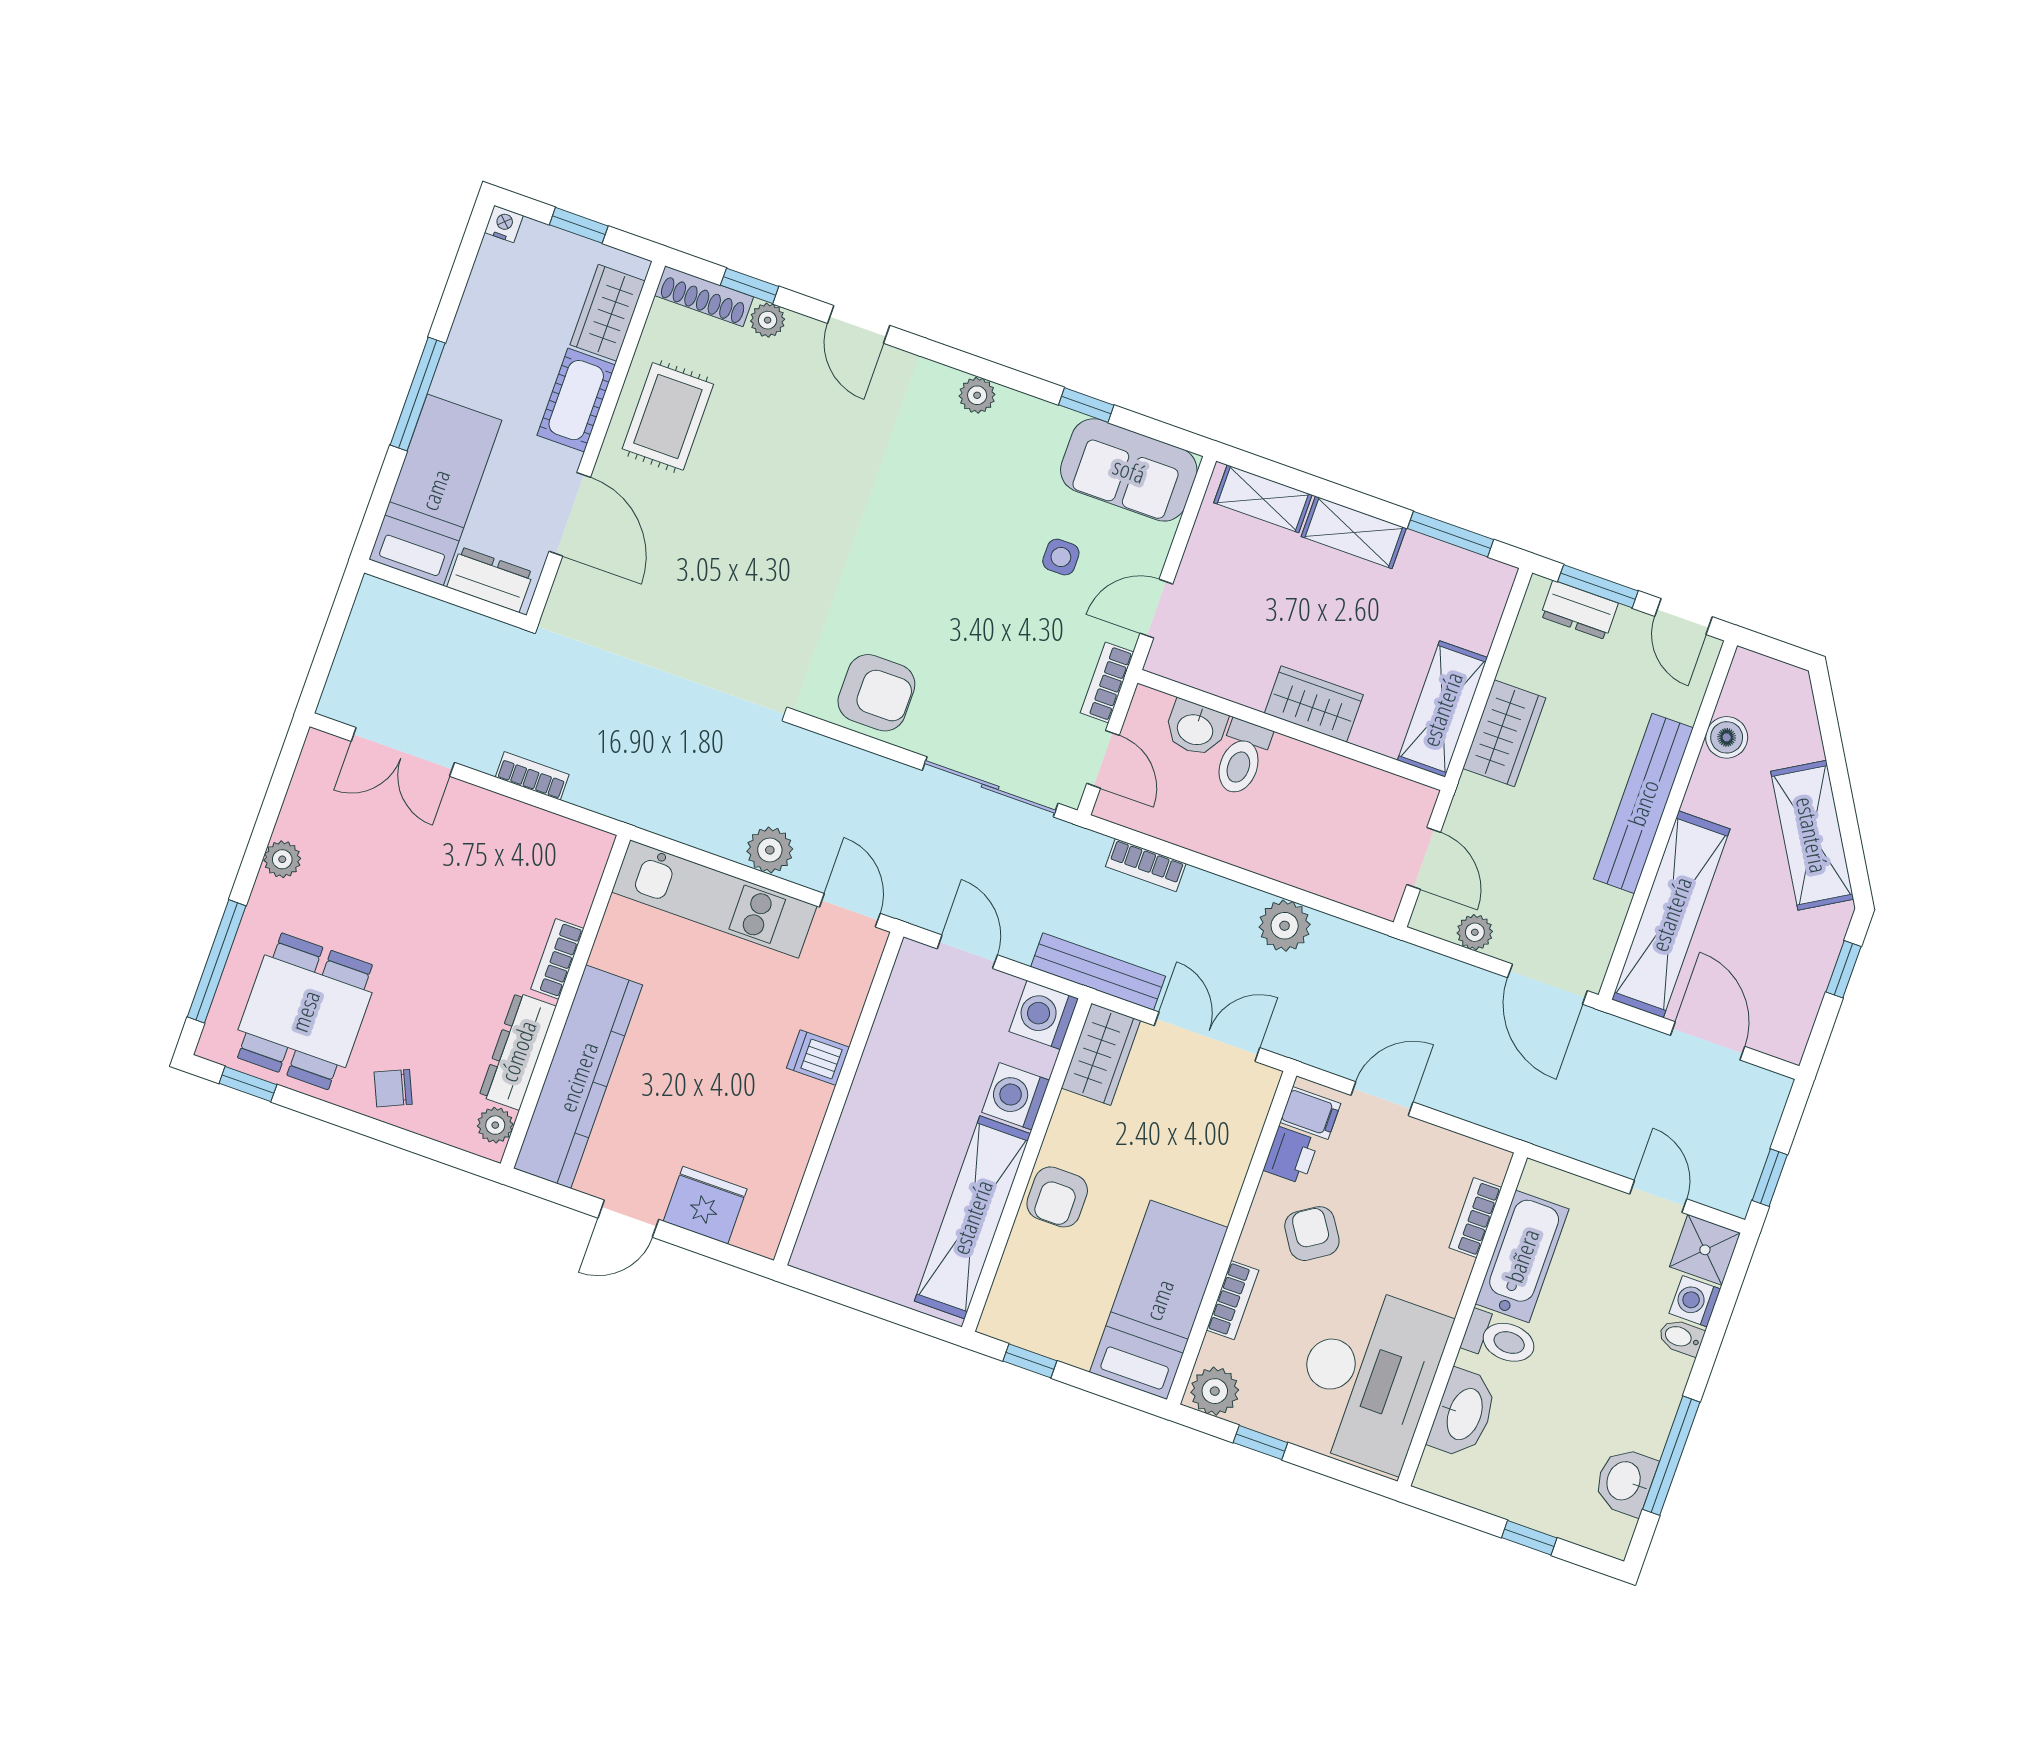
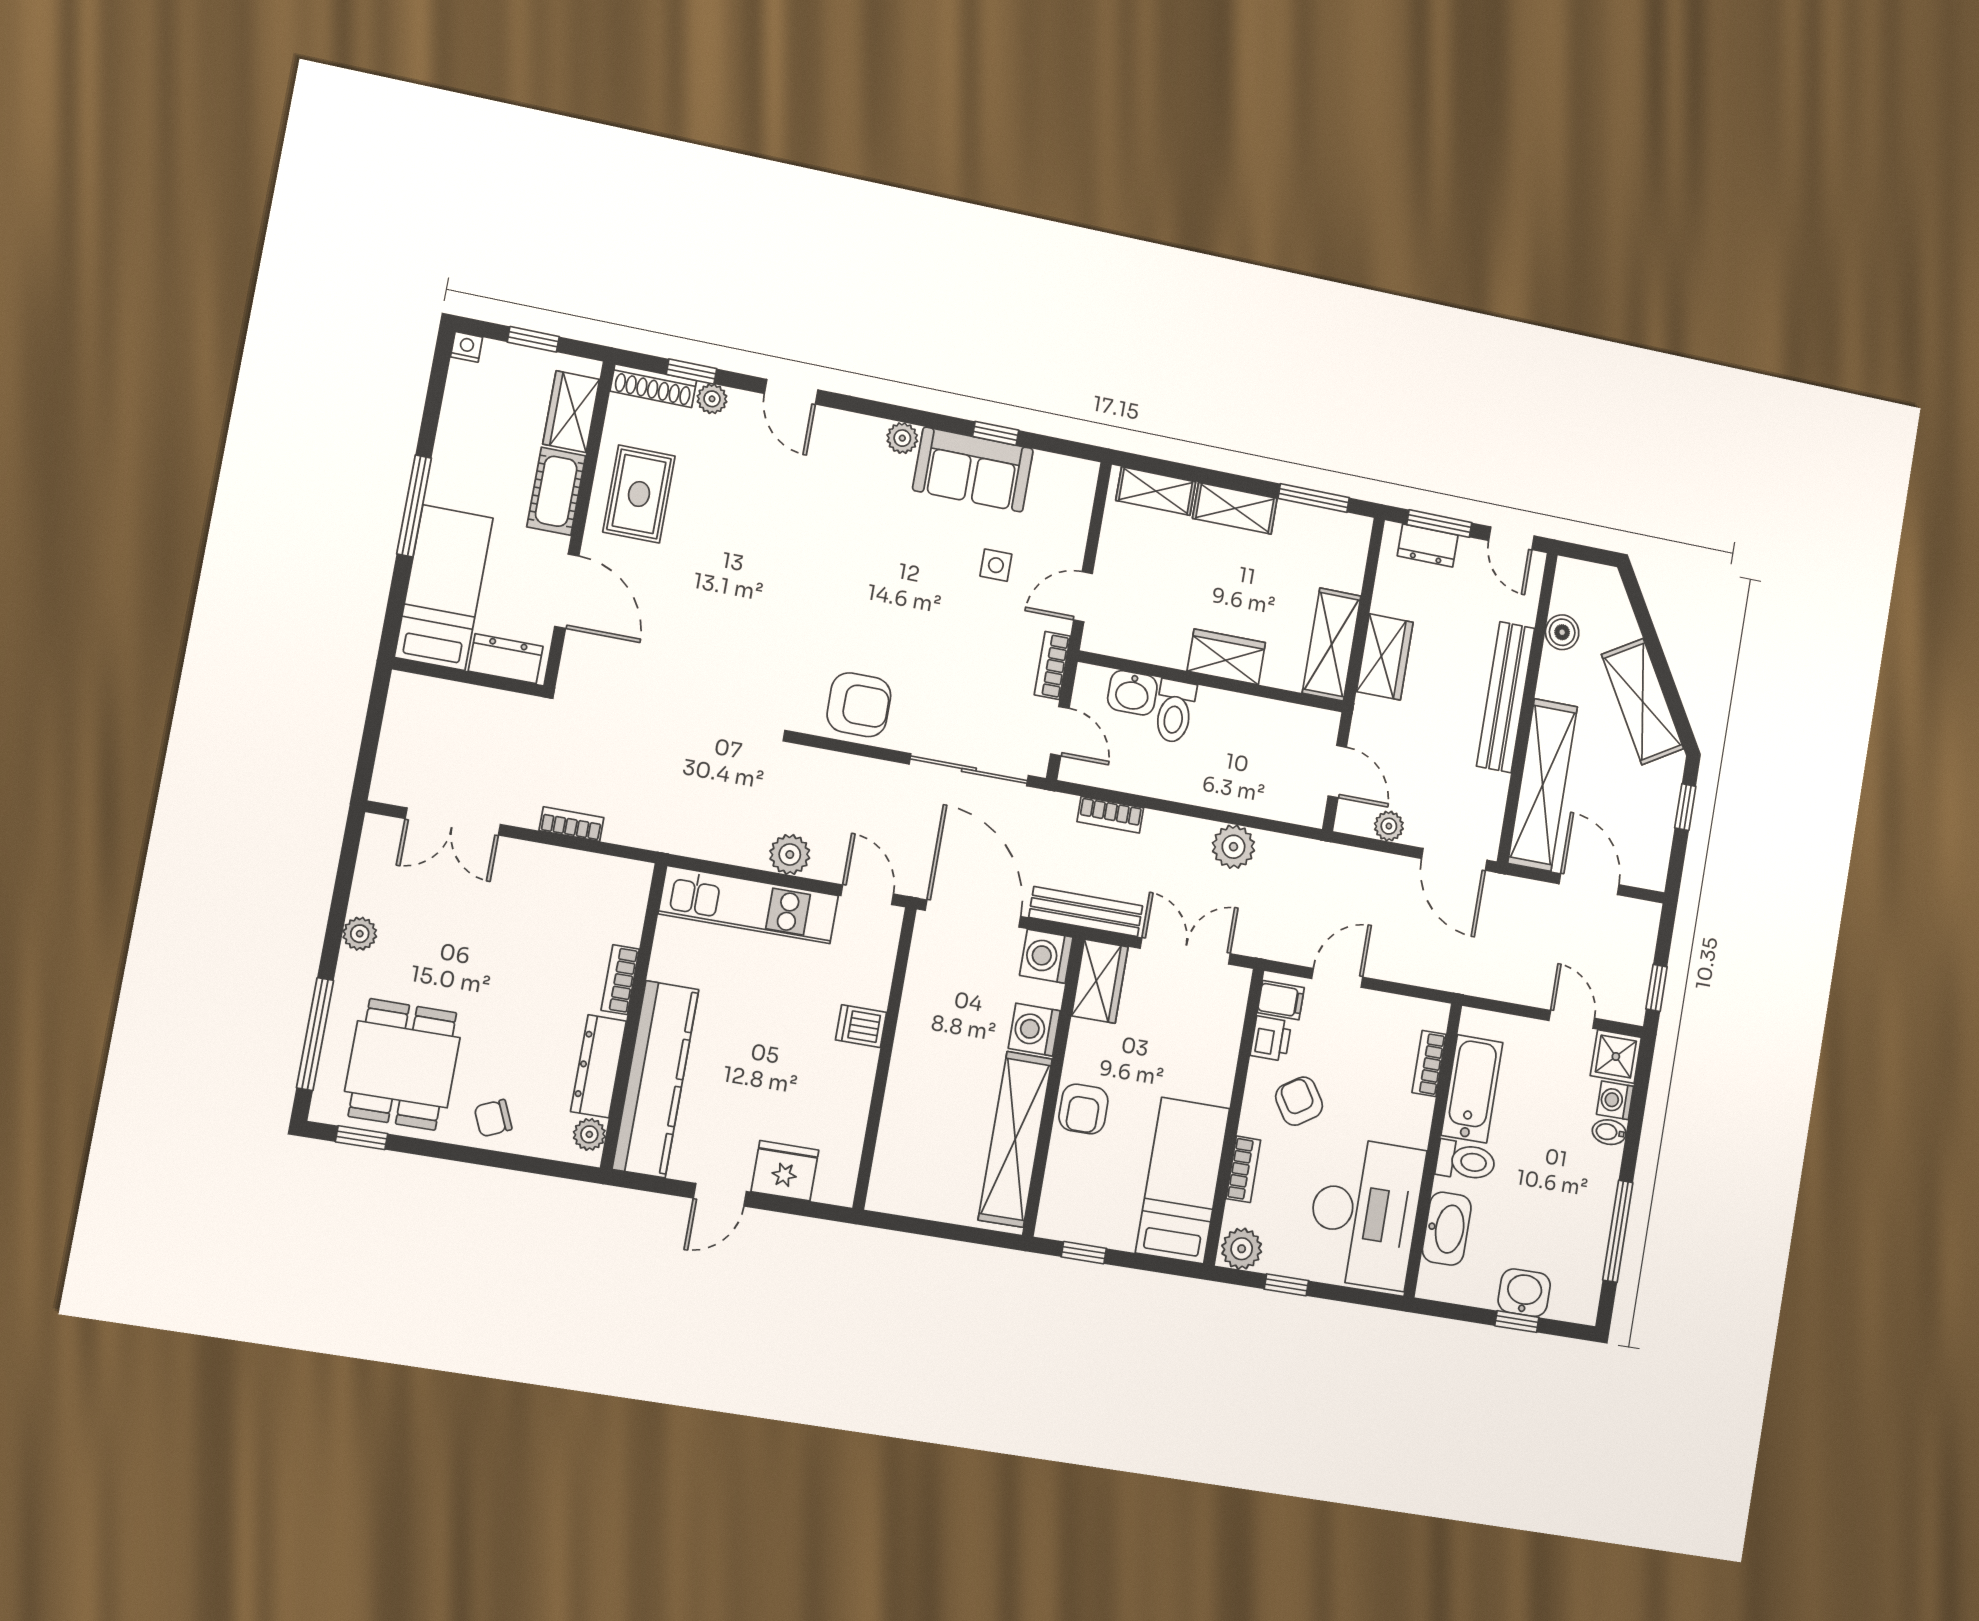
sofa: (1129, 470) -> (973, 470), moved
door: (967, 952) -> (973, 913), width x1.88
washbasin: (1625, 1481) -> (1524, 1293), moved, turned 90

